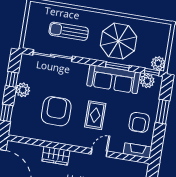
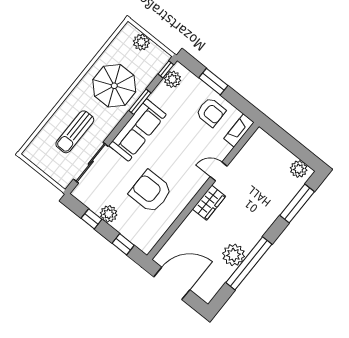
plant: (158, 63) -> (141, 42), moved
sofa: (114, 79) -> (137, 130), moved
rug: (95, 115) -> (178, 154), removed
door: (99, 153) -> (219, 171), hinge flipped
wardrobe: (56, 156) -> (209, 203), moved

